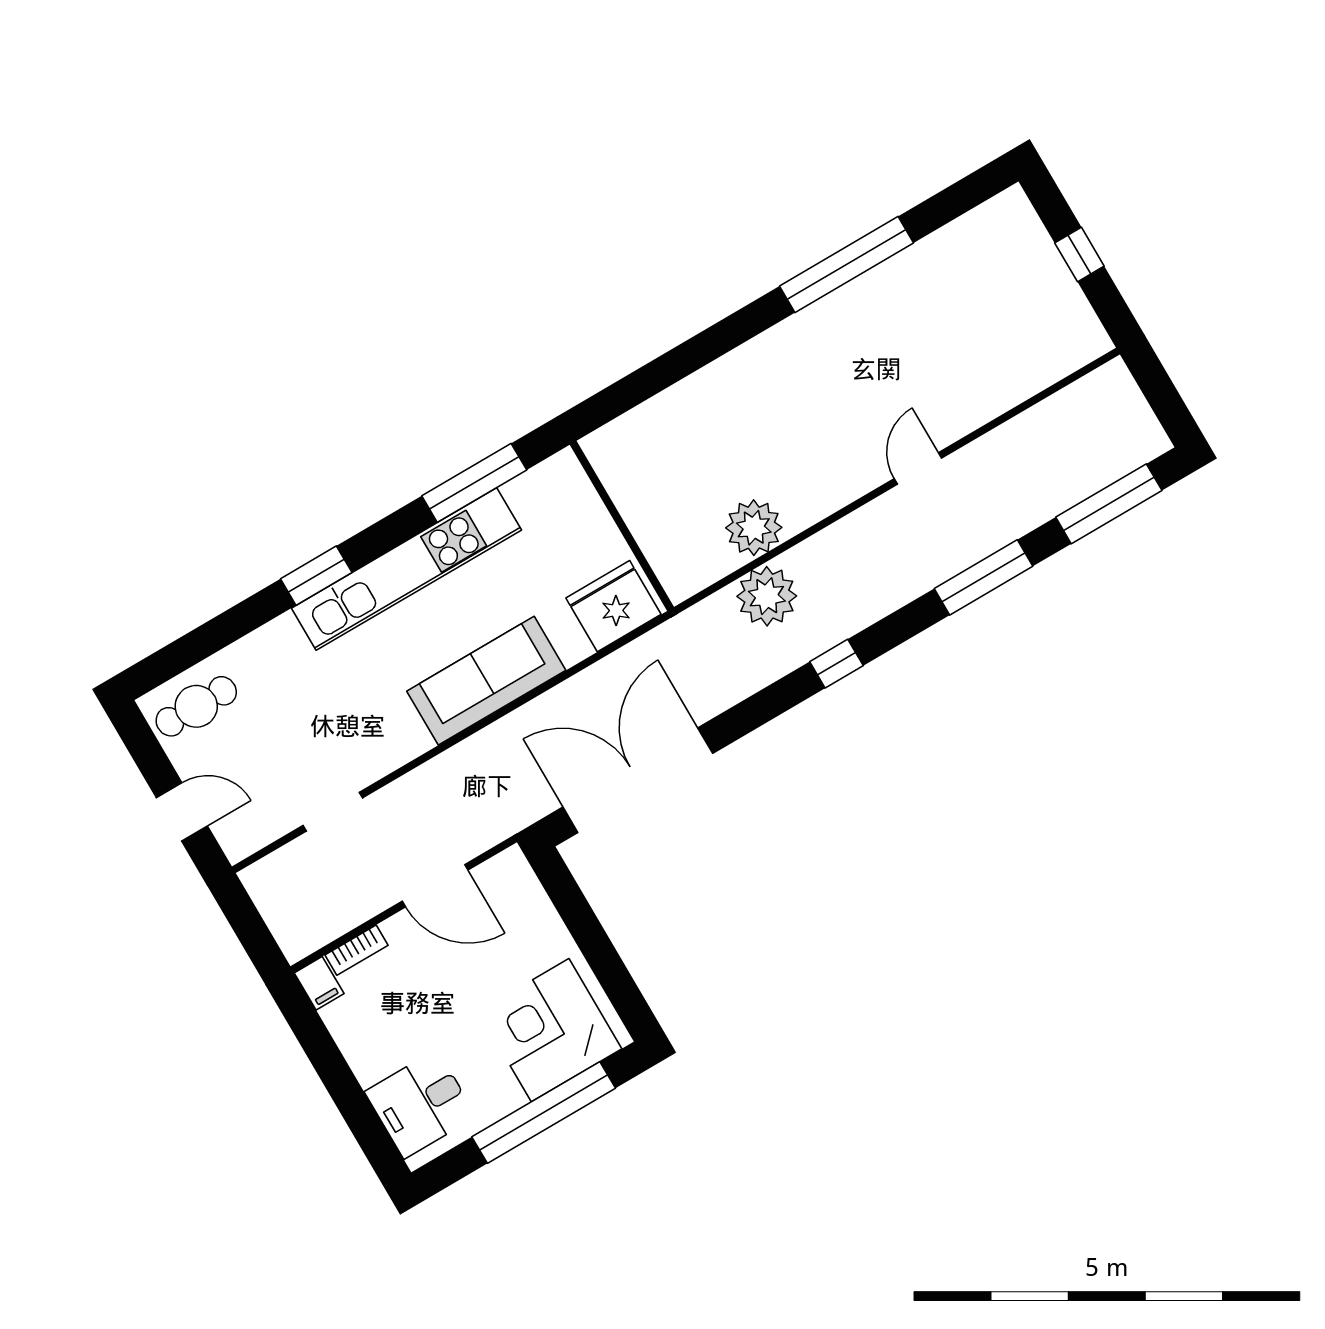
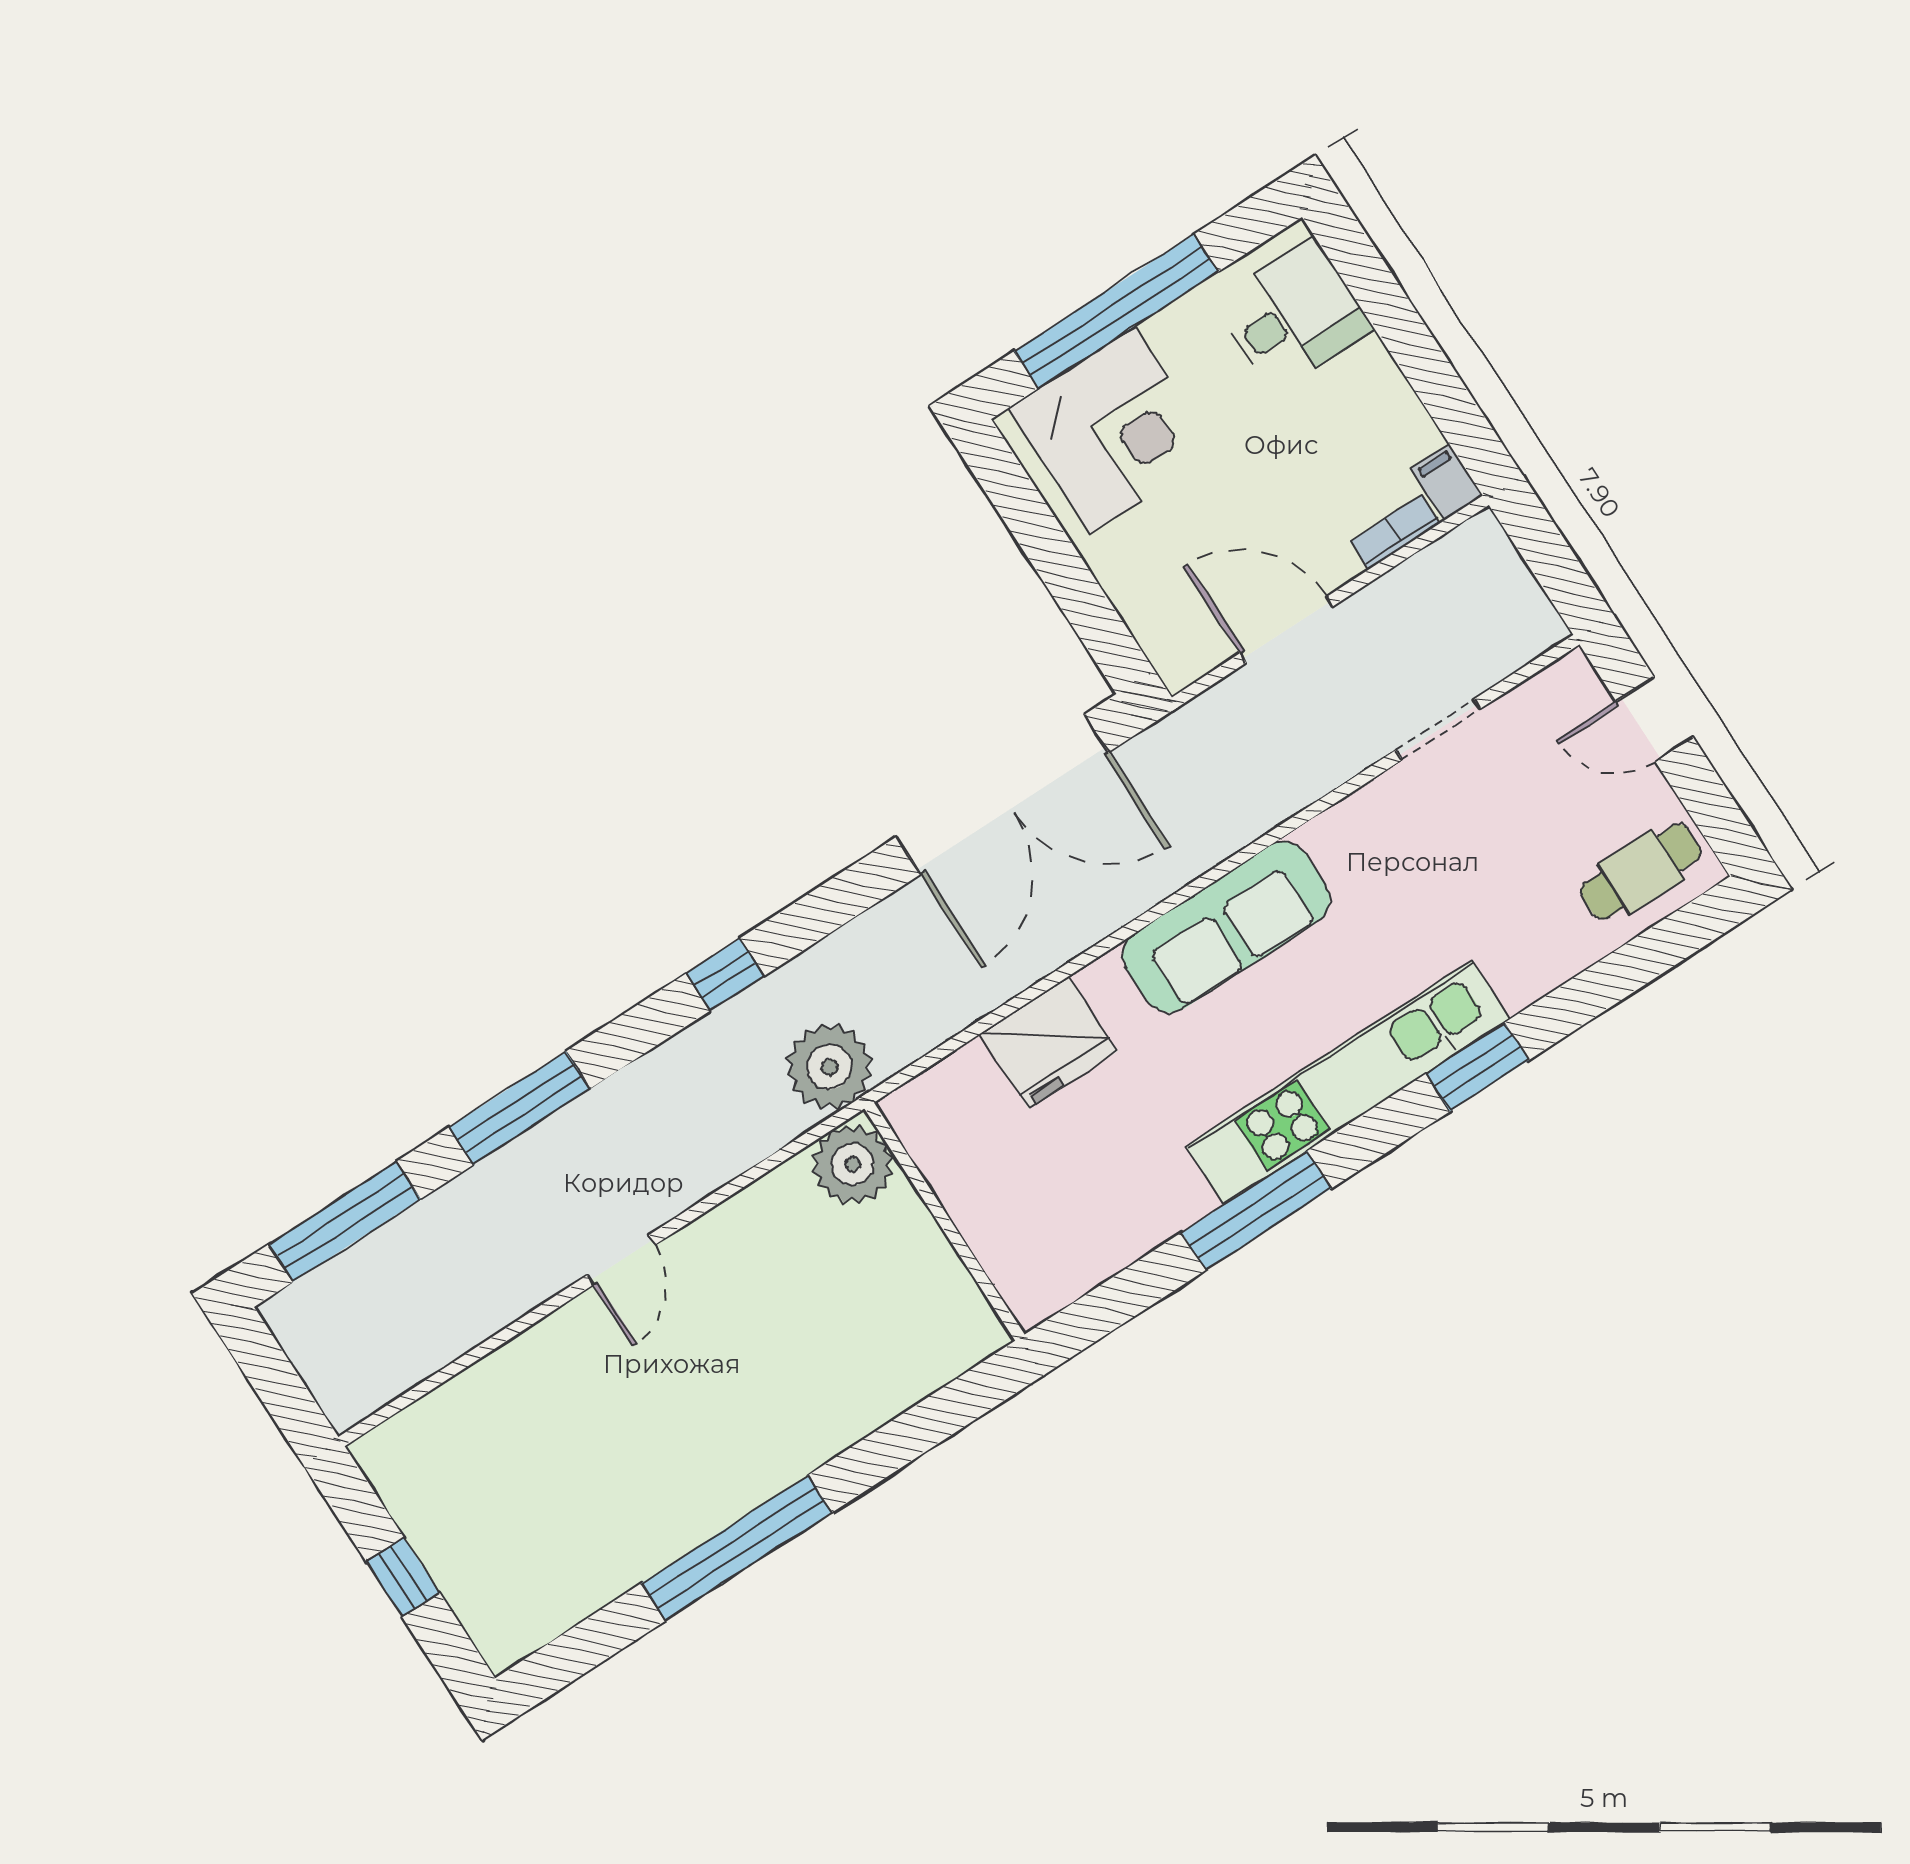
wall: (622, 526) -> (944, 1222), moved

